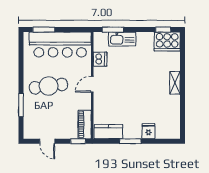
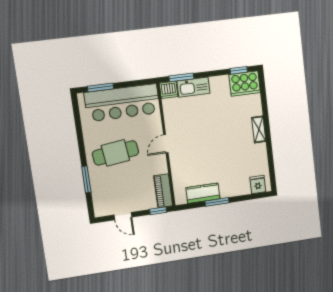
dishwasher: (100, 59) -> (169, 90), moved, turned 90
fridge: (148, 131) -> (258, 185), moved
kitchen counter: (108, 132) -> (203, 193), moved

